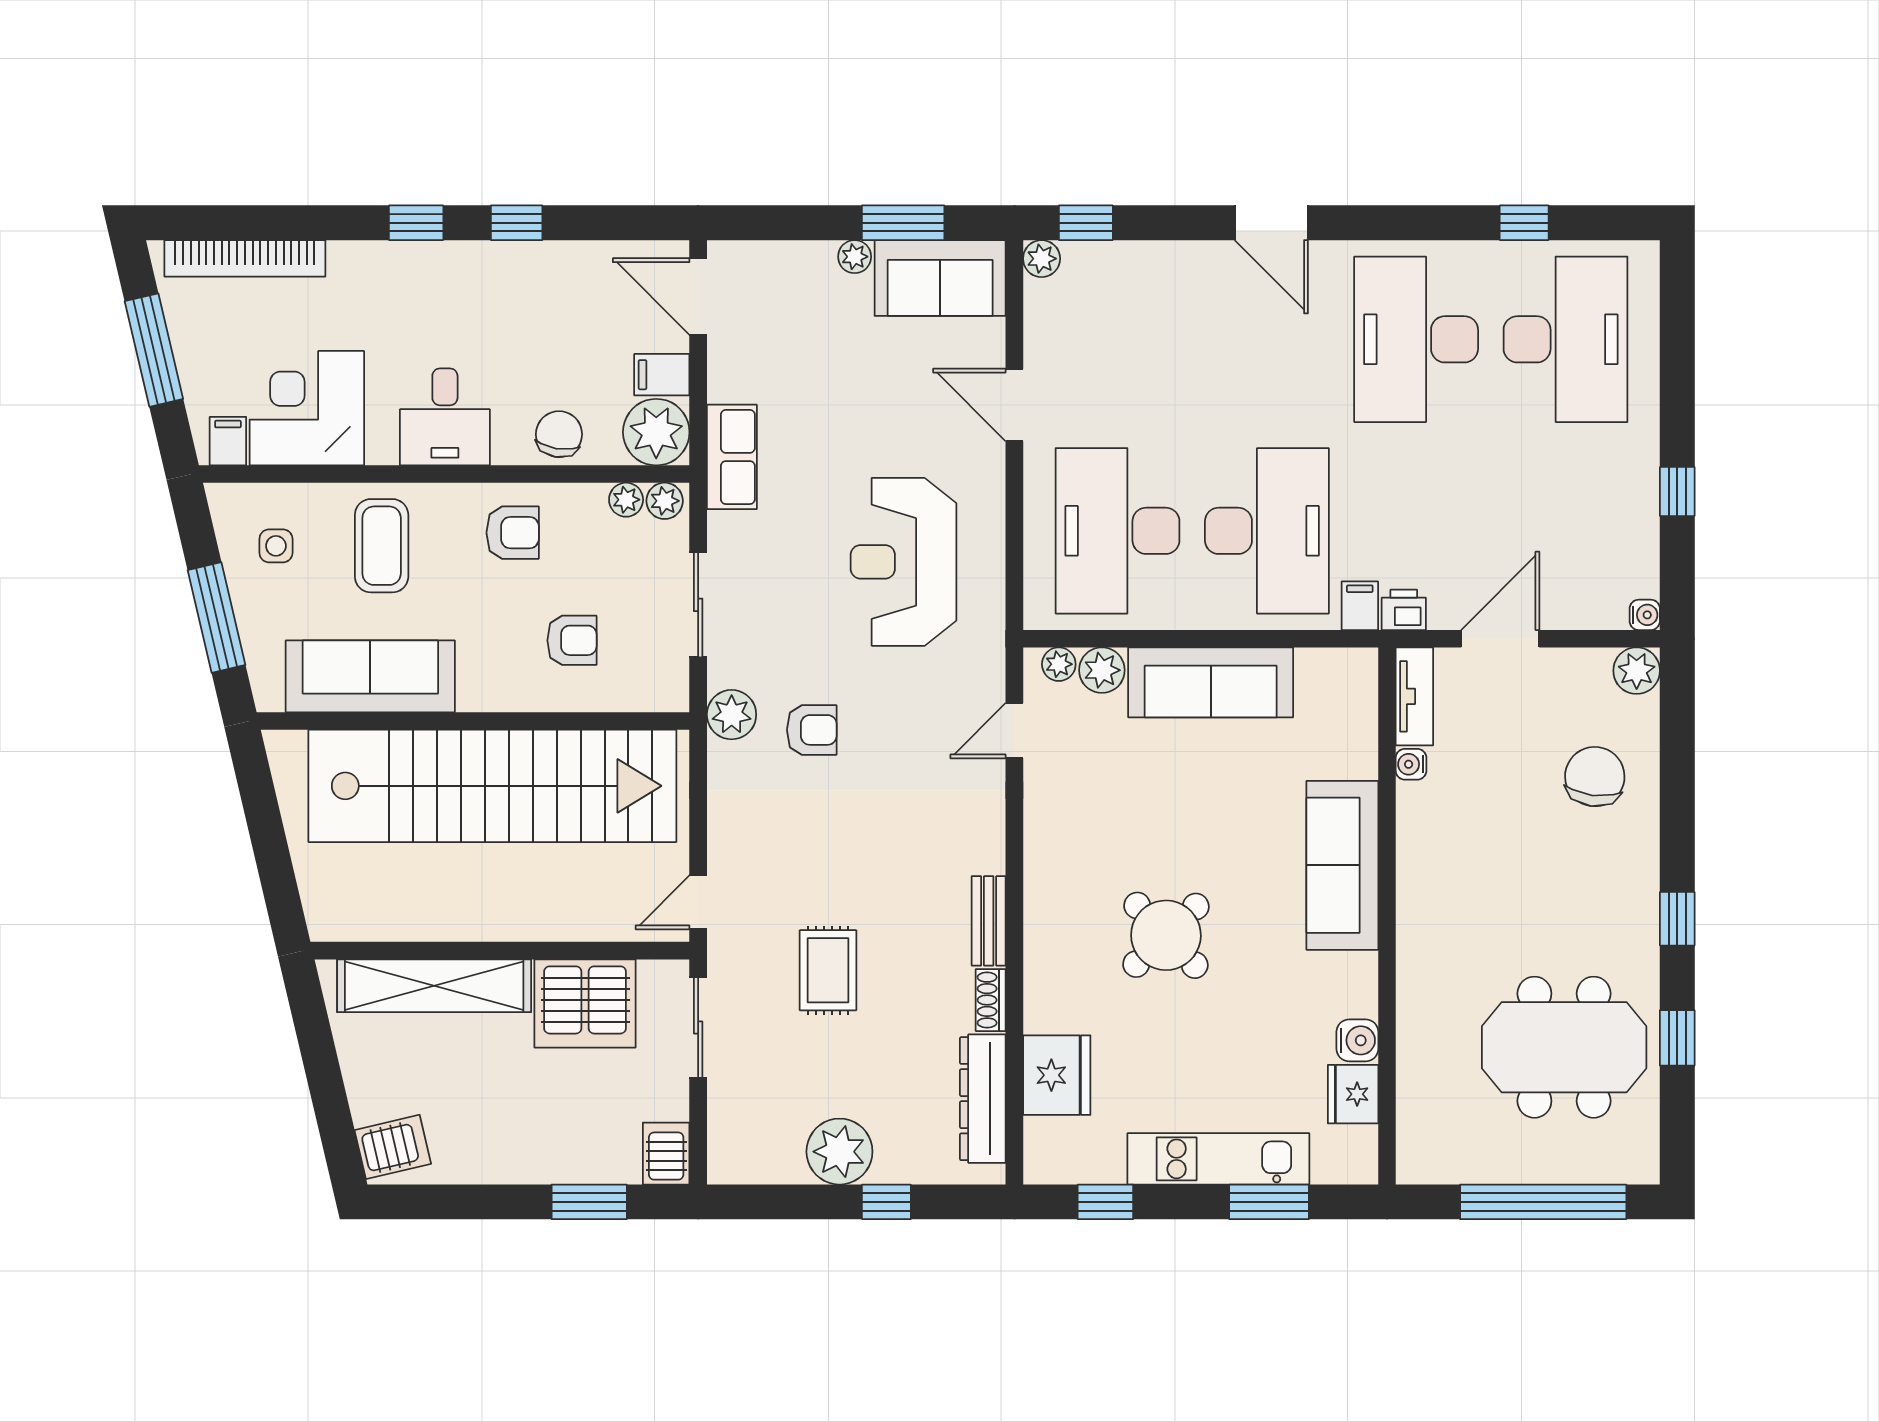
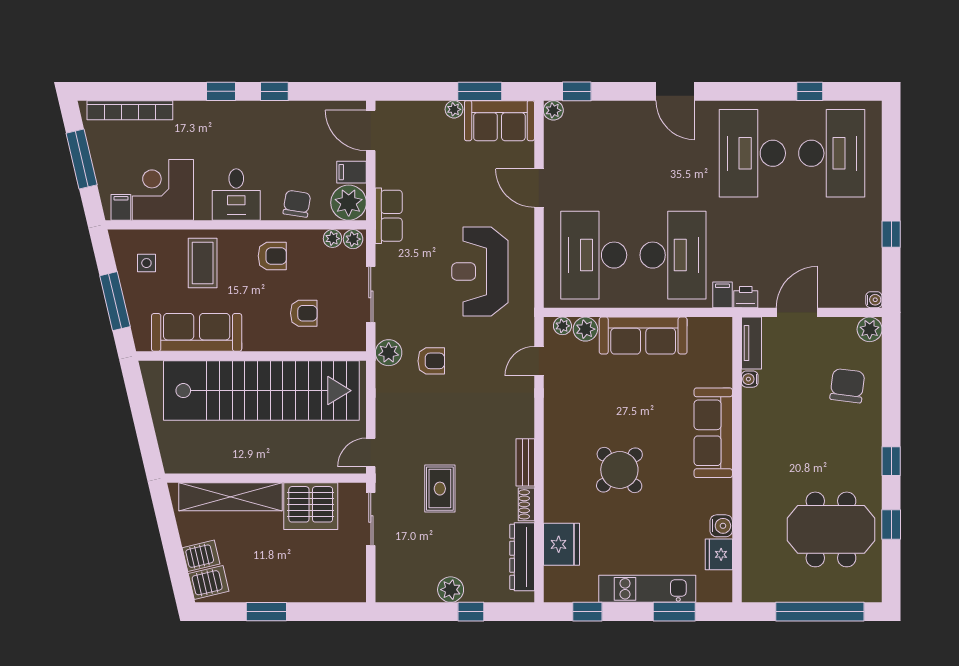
plant: (839, 1152) -> (451, 590), width x0.73, depth x0.73
server rack: (666, 1154) -> (201, 556), moved, turned 77
window: (589, 1202) -> (266, 612), moved

